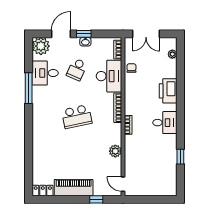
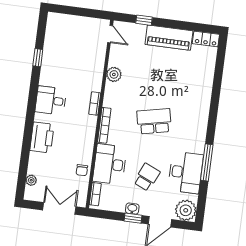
desk: (45, 73) -> (186, 172), width x1.37

